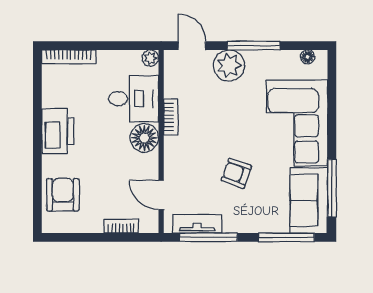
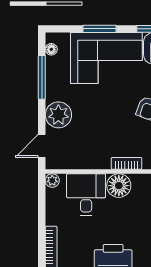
window: (254, 46) -> (42, 77), moved
window: (332, 115) -> (100, 29), added
bookcase: (171, 117) -> (126, 163), moved

